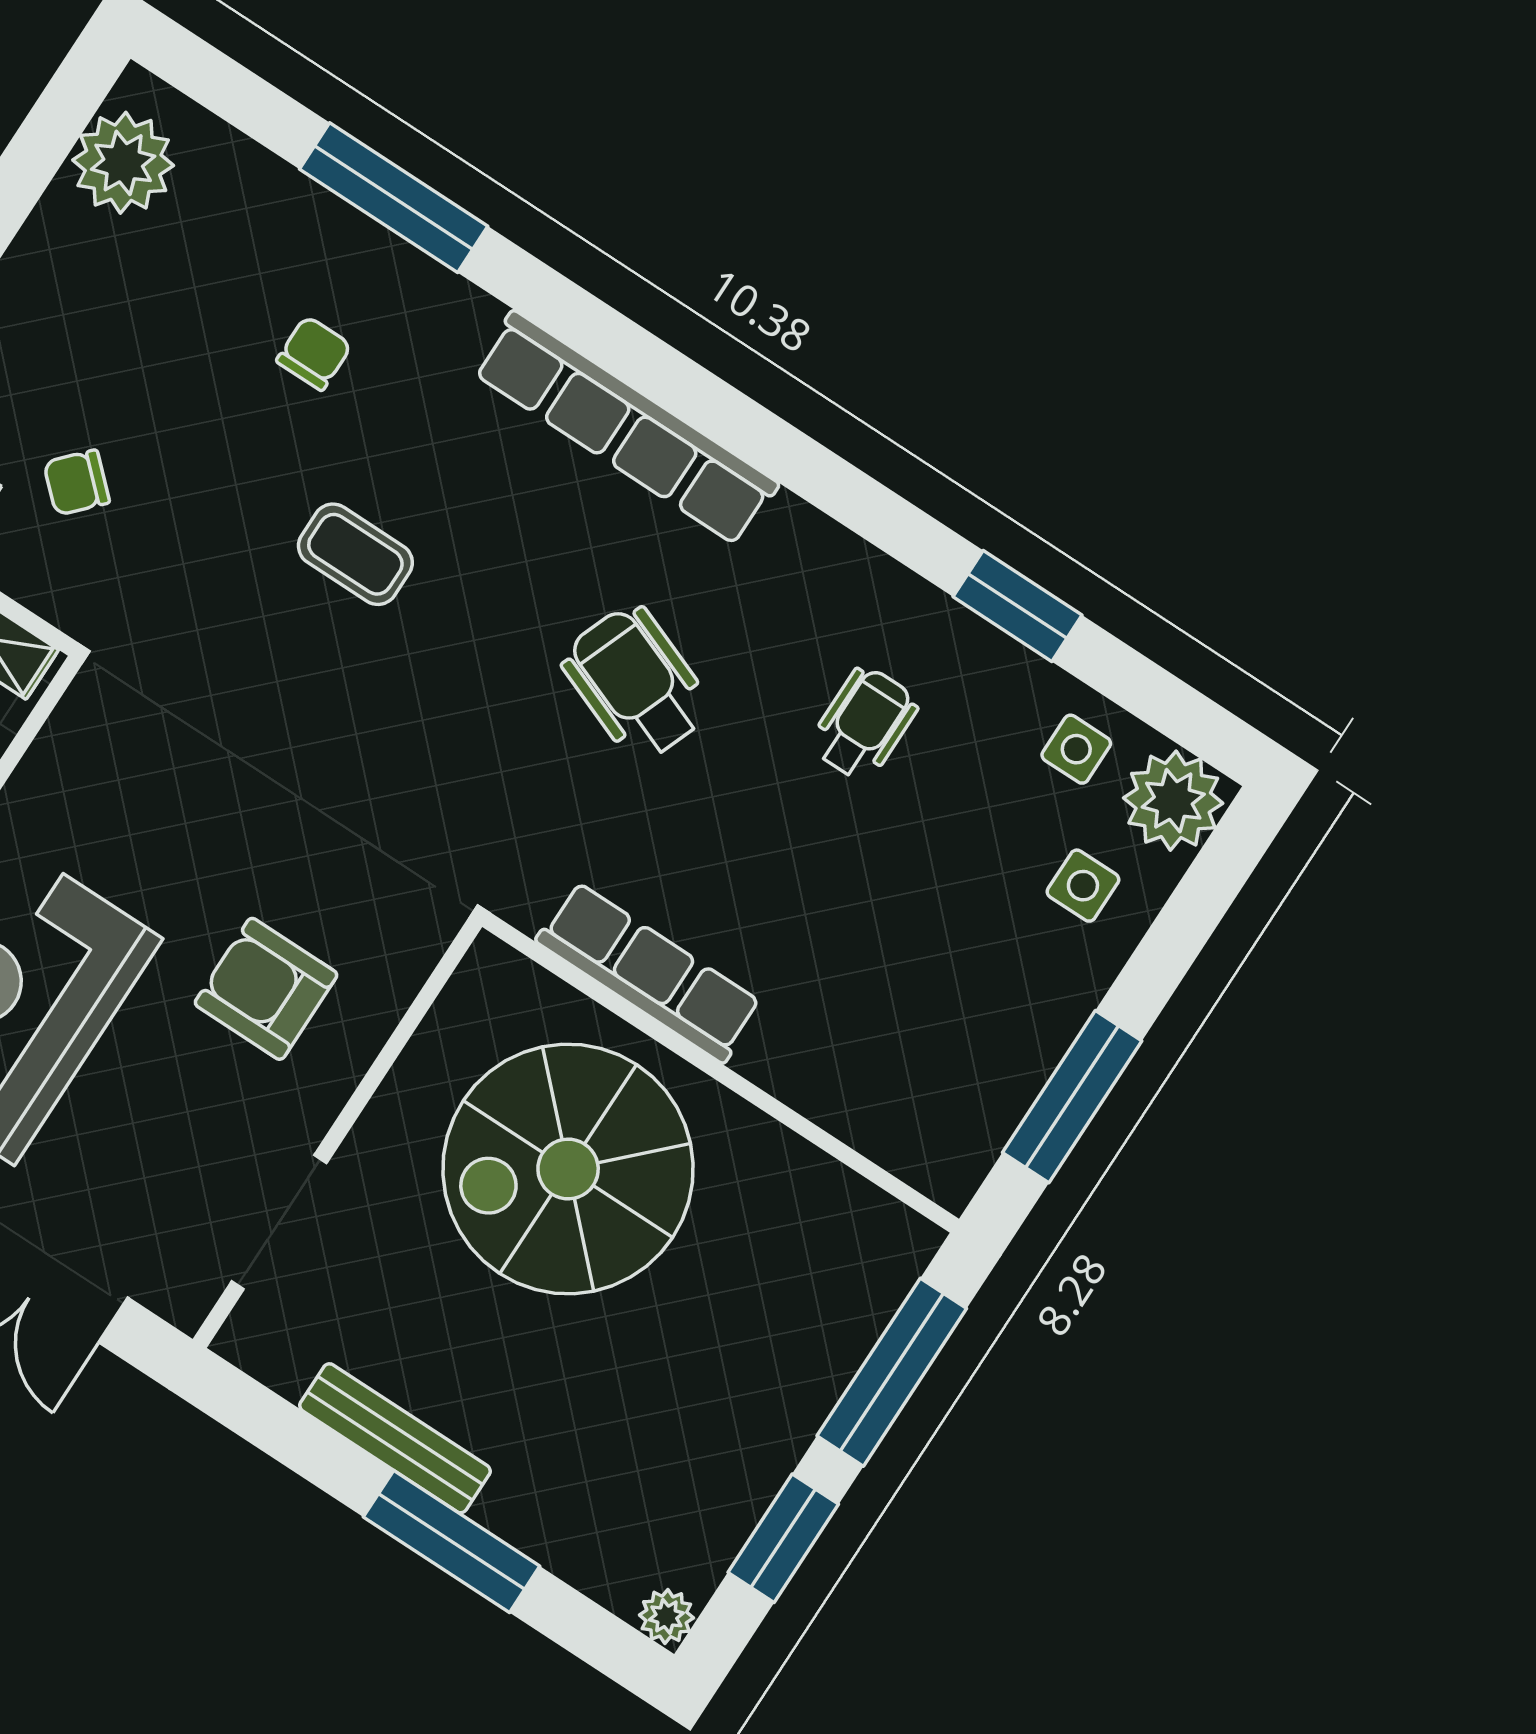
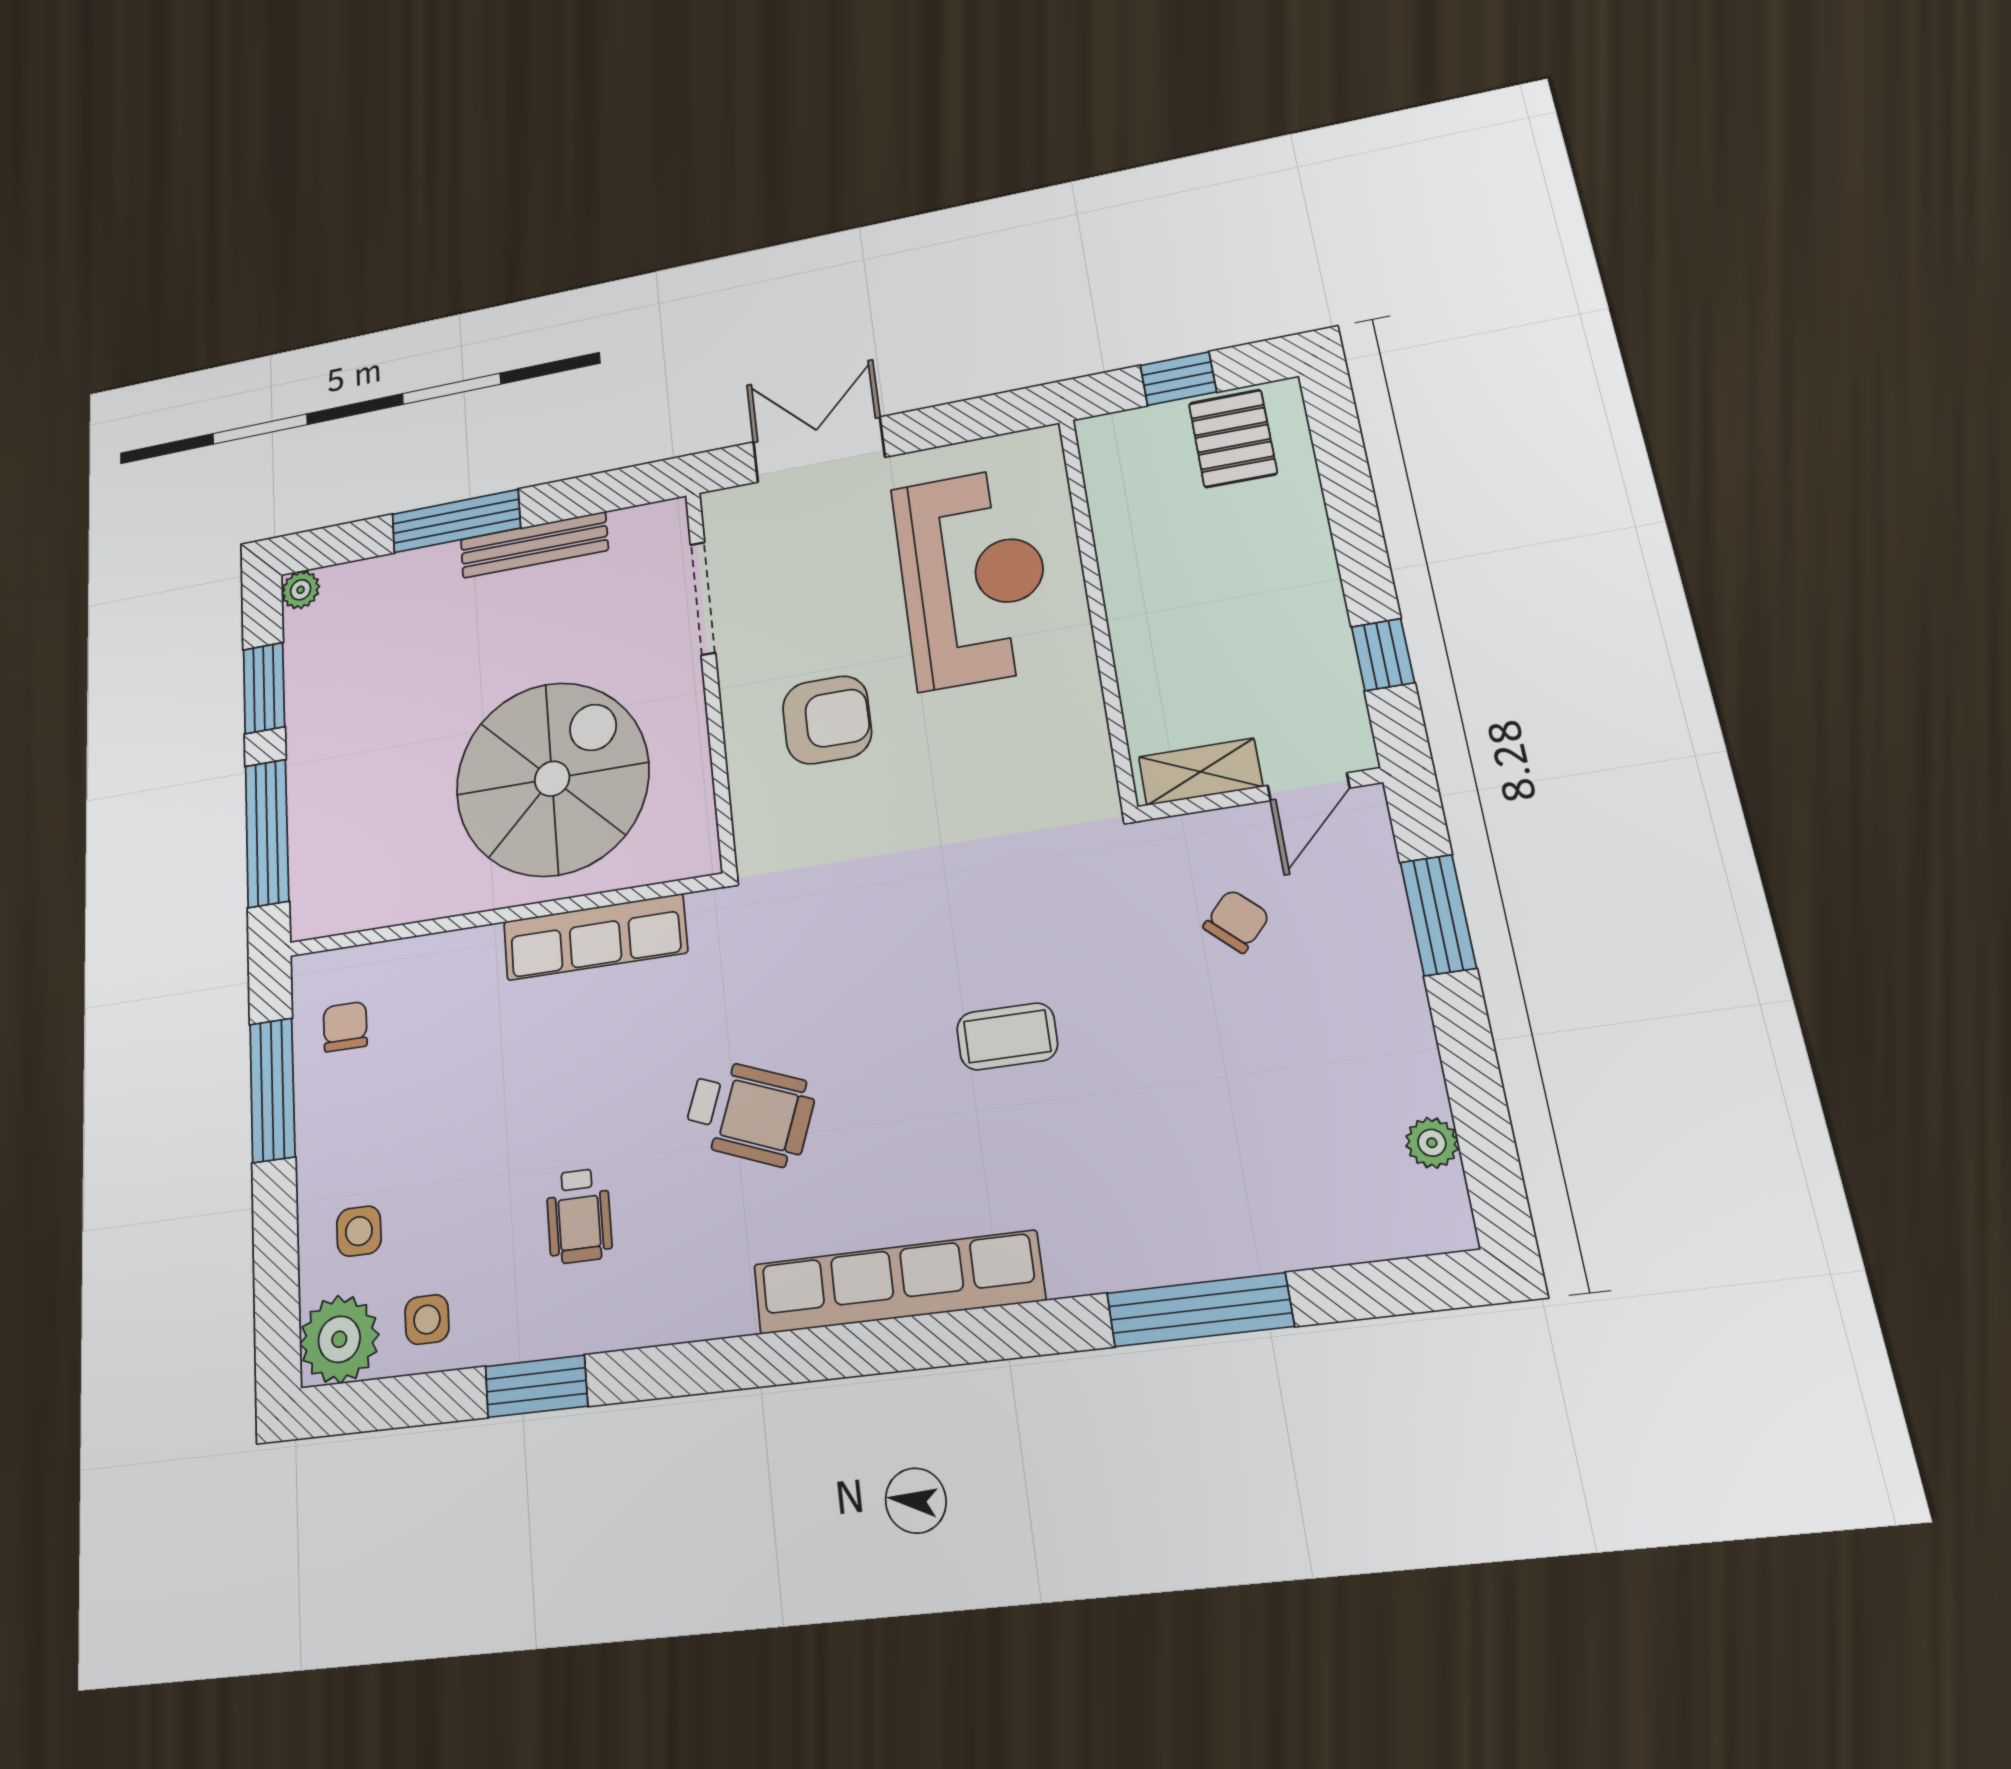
plant: (123, 163) -> (1432, 1143), width x0.53, depth x0.53
chair: (314, 353) -> (345, 1027), moved, turned 180

